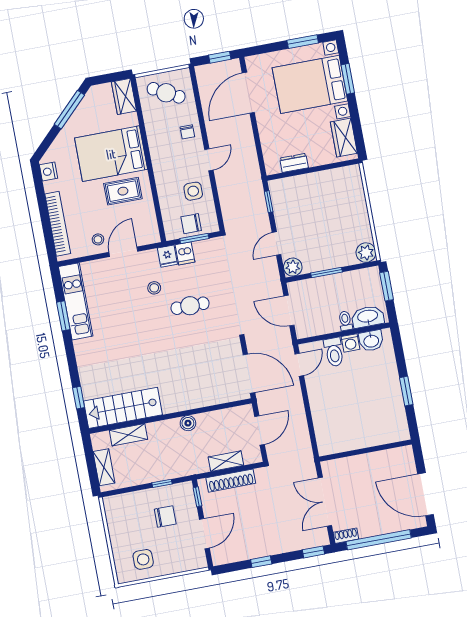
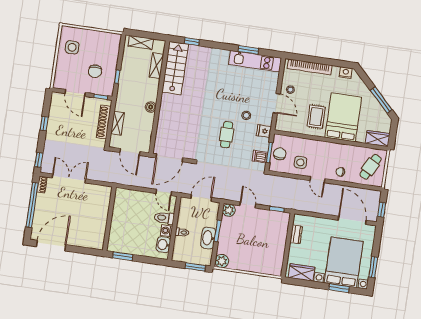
dishwasher: (185, 253) -> (260, 157), moved
washbasin: (368, 317) -> (208, 238), moved, turned 180
wall: (365, 450) -> (109, 219), moved

